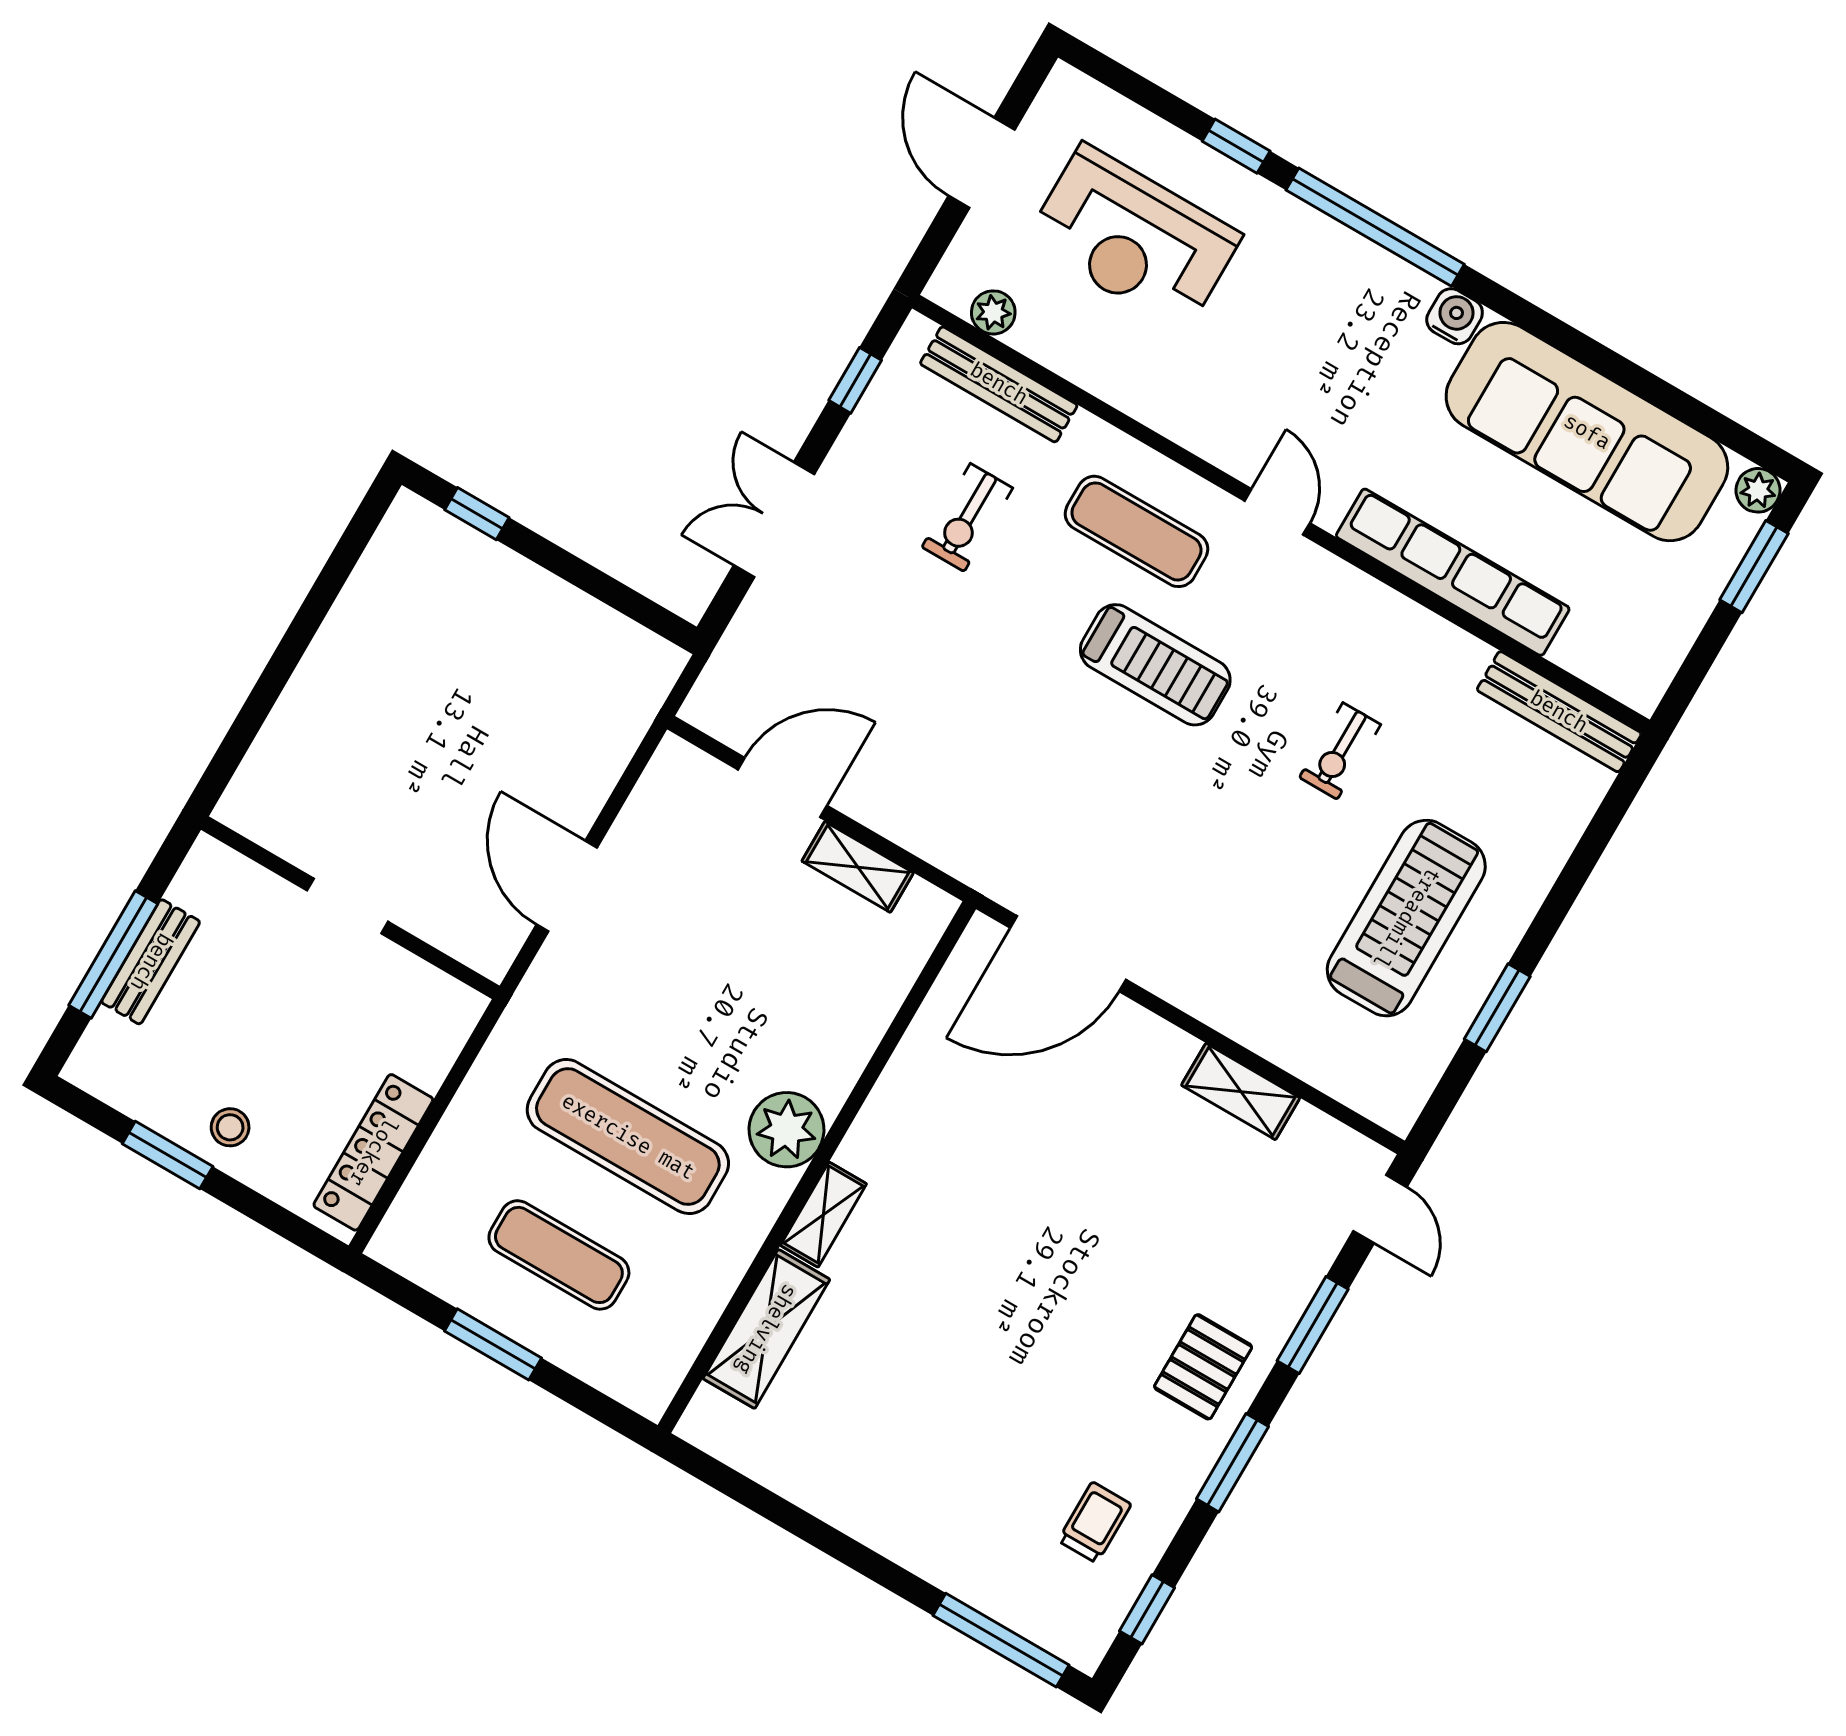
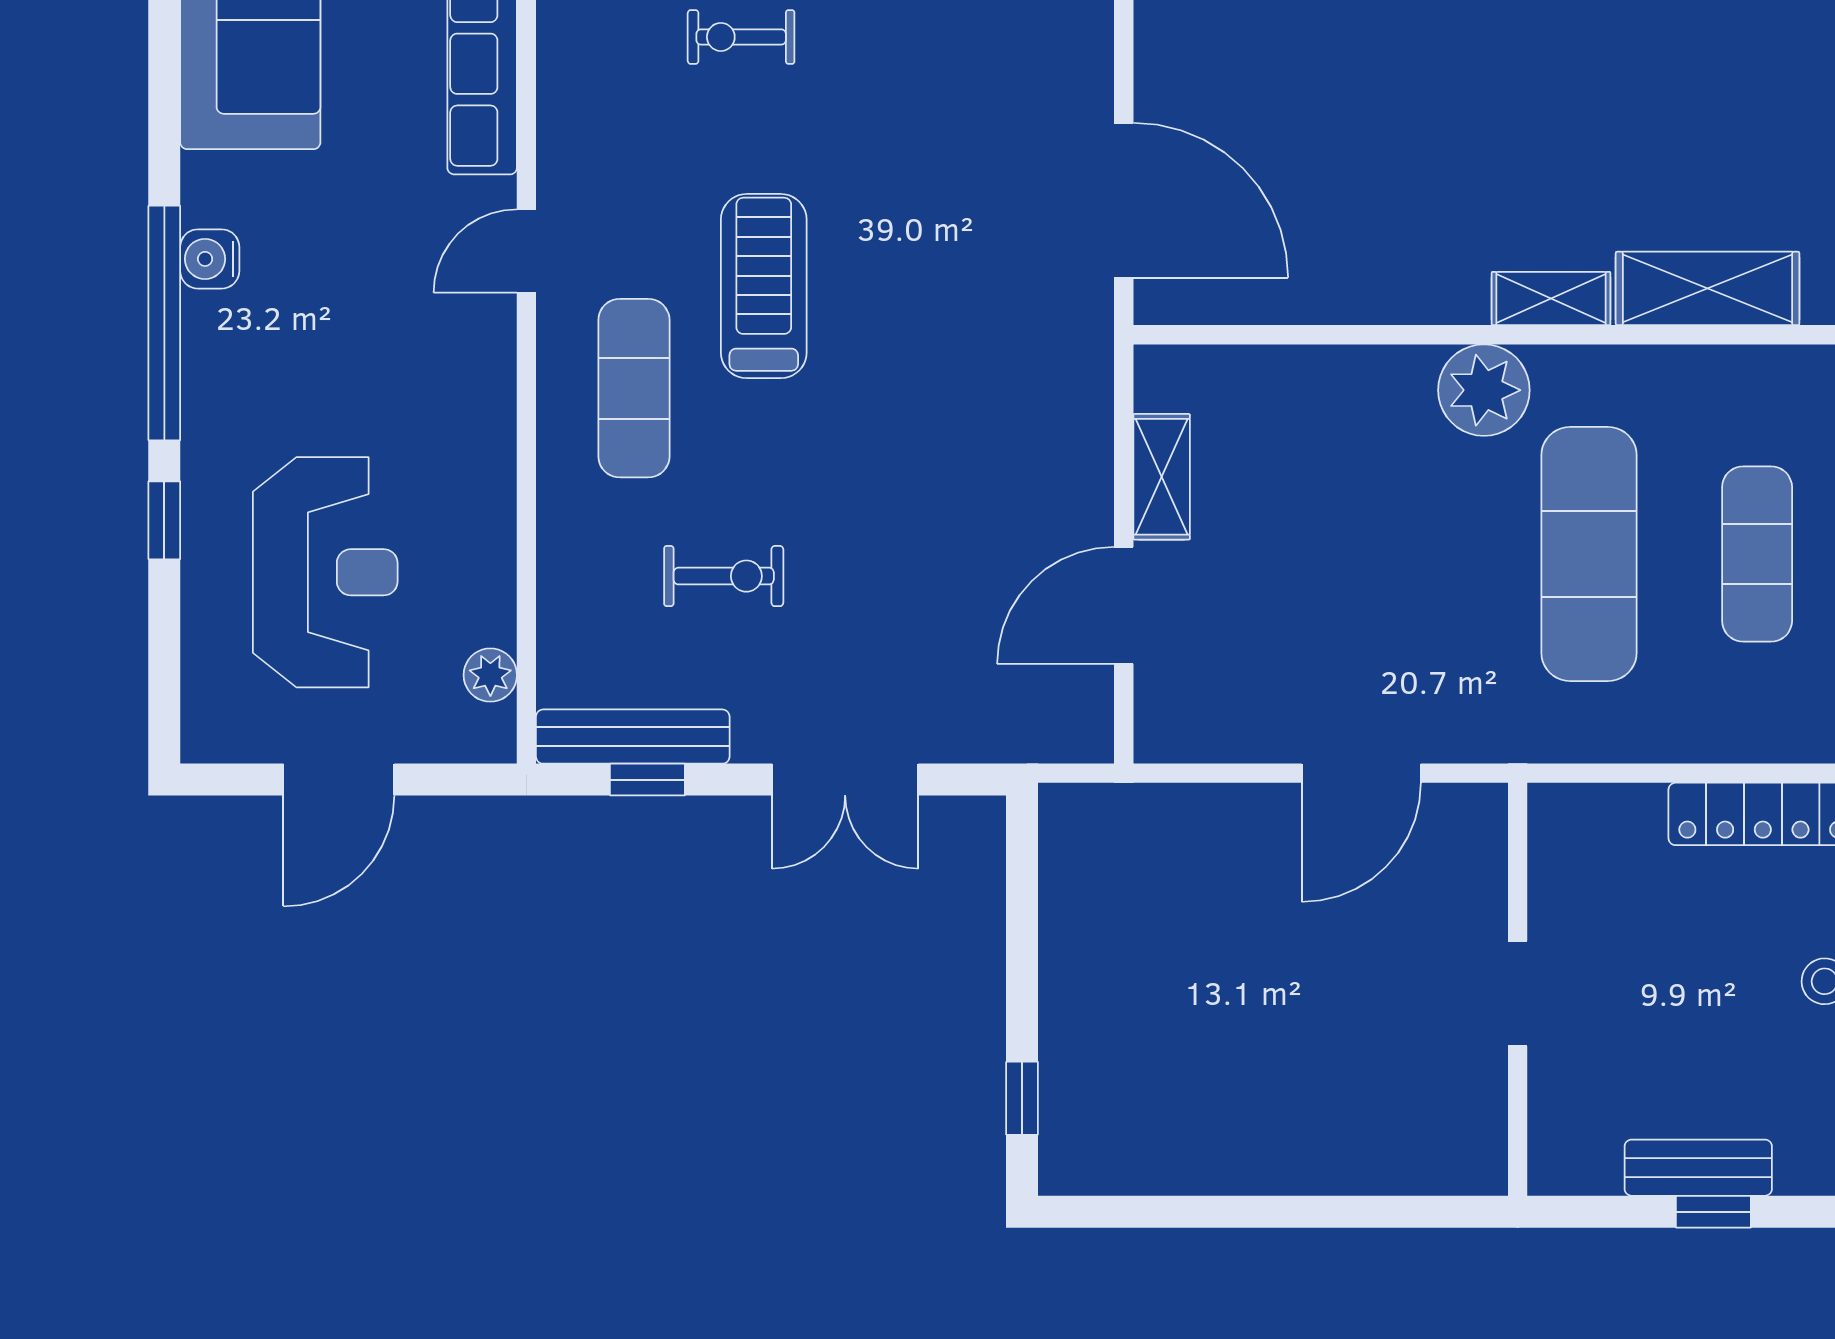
water cooler: (1455, 316) -> (210, 259), moved
bench: (999, 384) -> (633, 737), moved, turned 90
exercise bike: (1340, 751) -> (741, 37), turned 180
door: (783, 788) -> (1124, 605), hinge flipped
window: (113, 954) -> (1713, 1212), width x0.46

